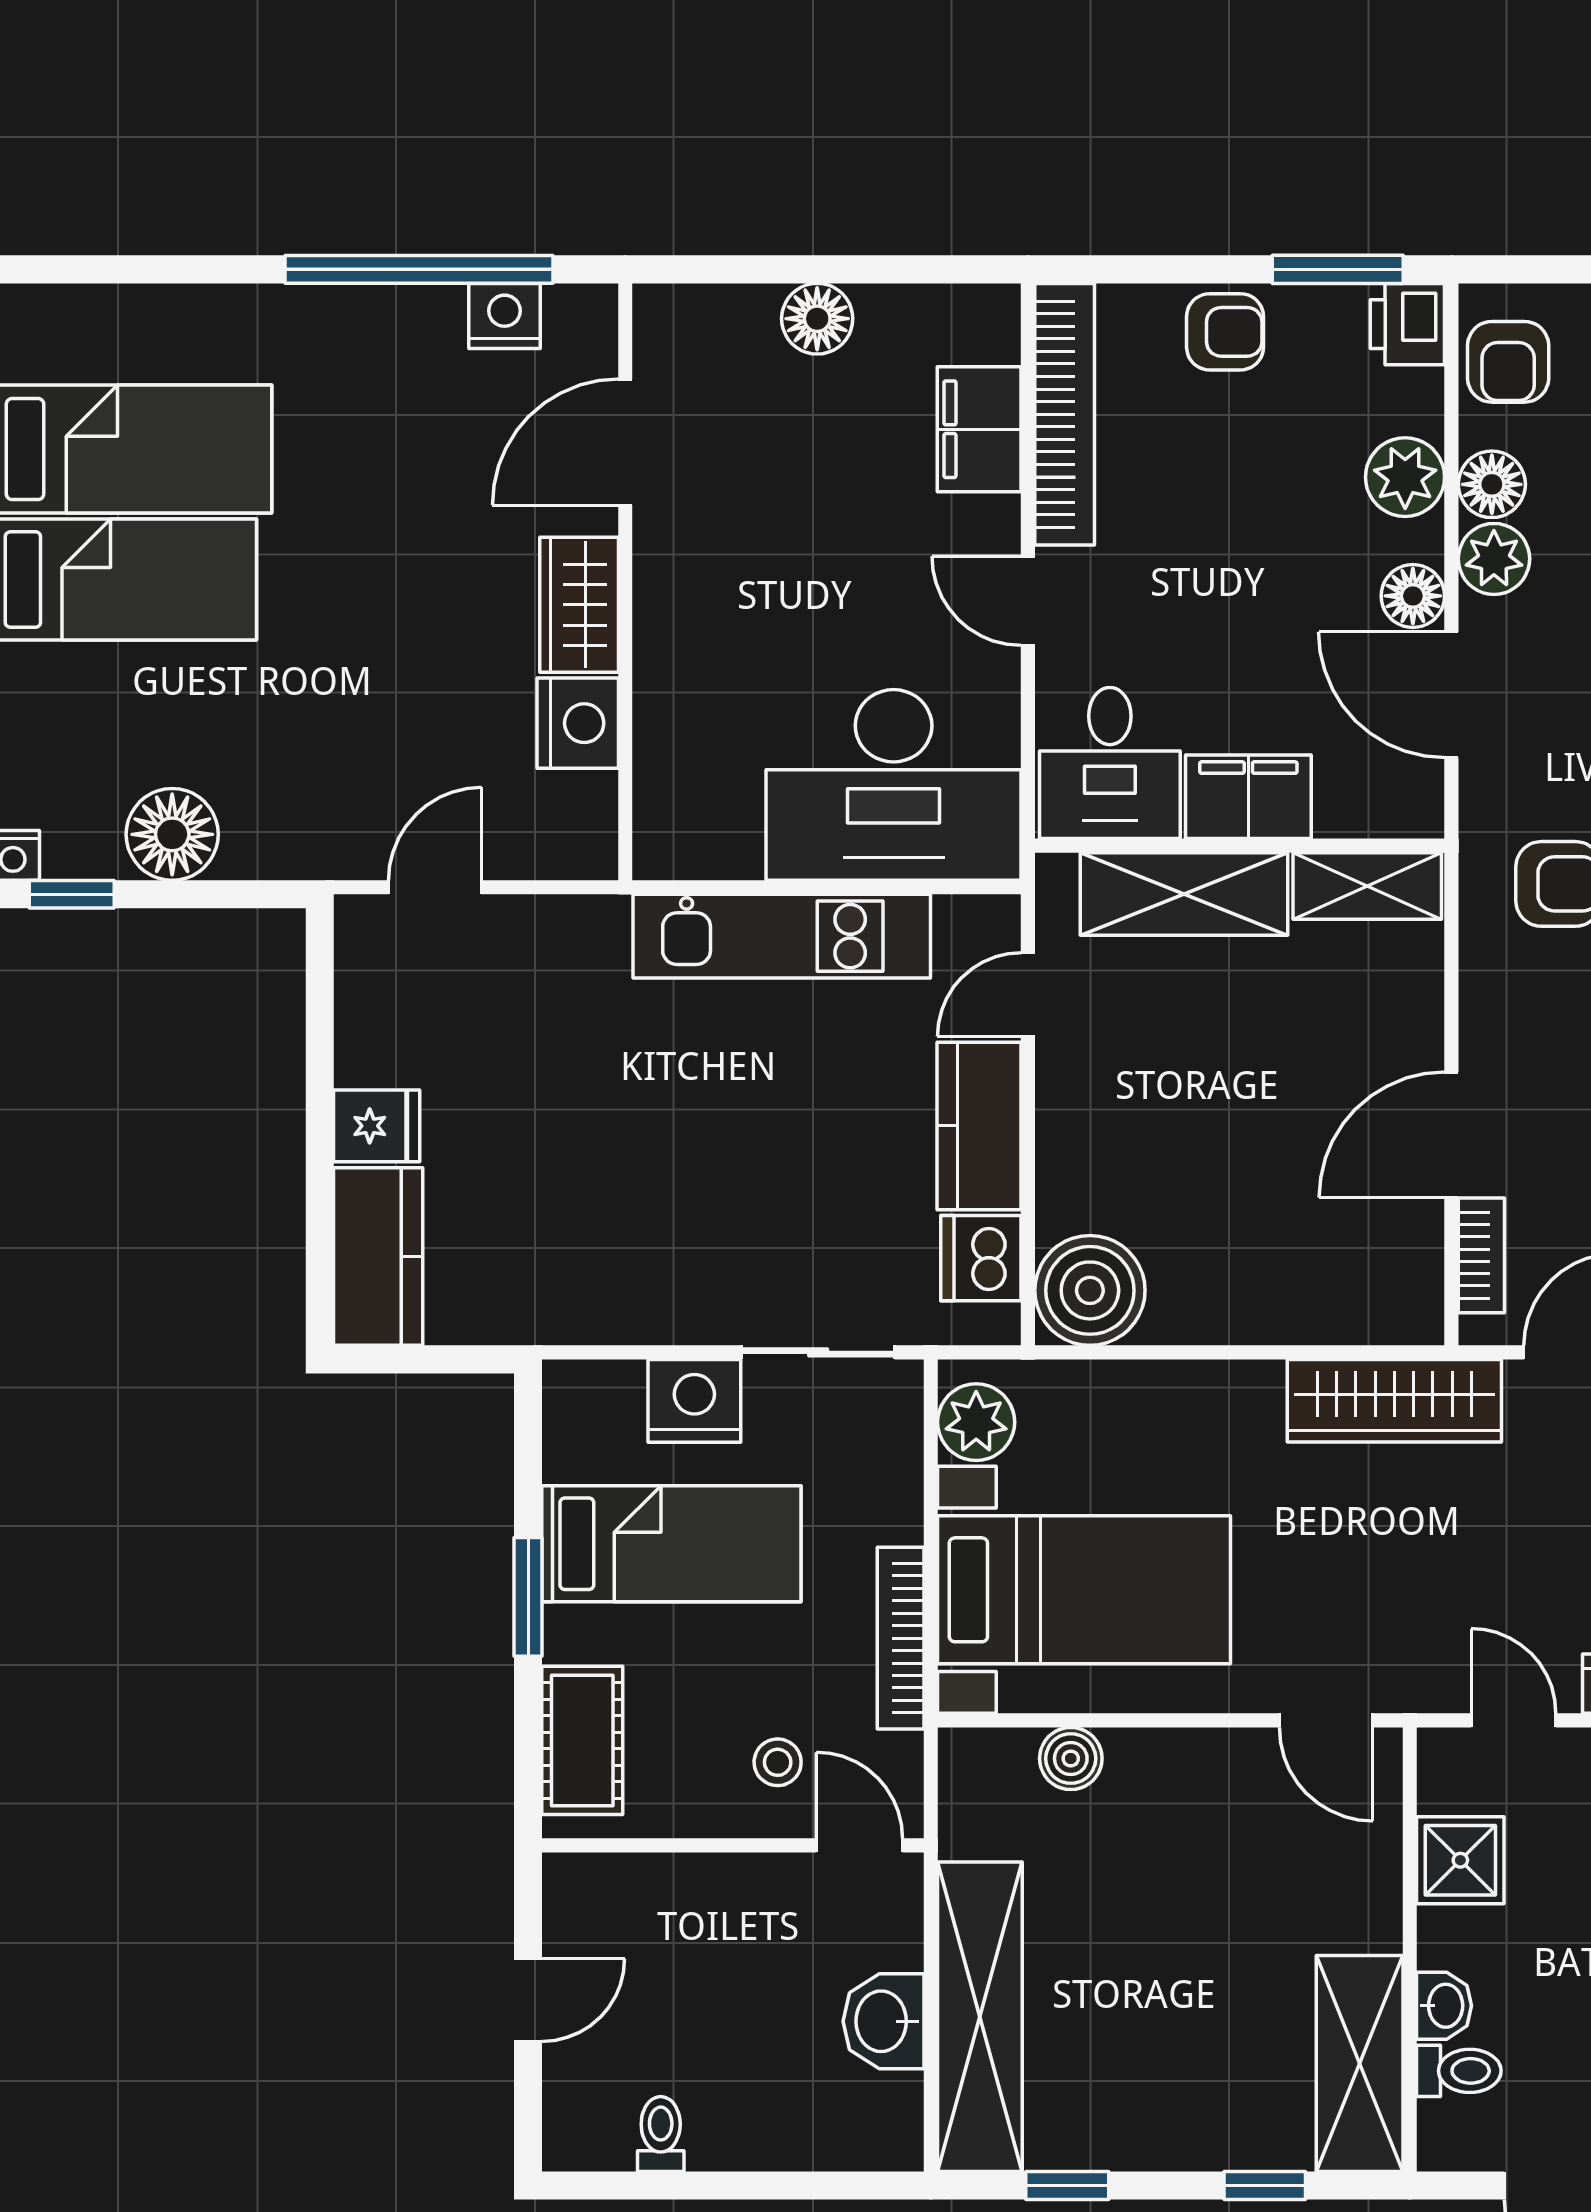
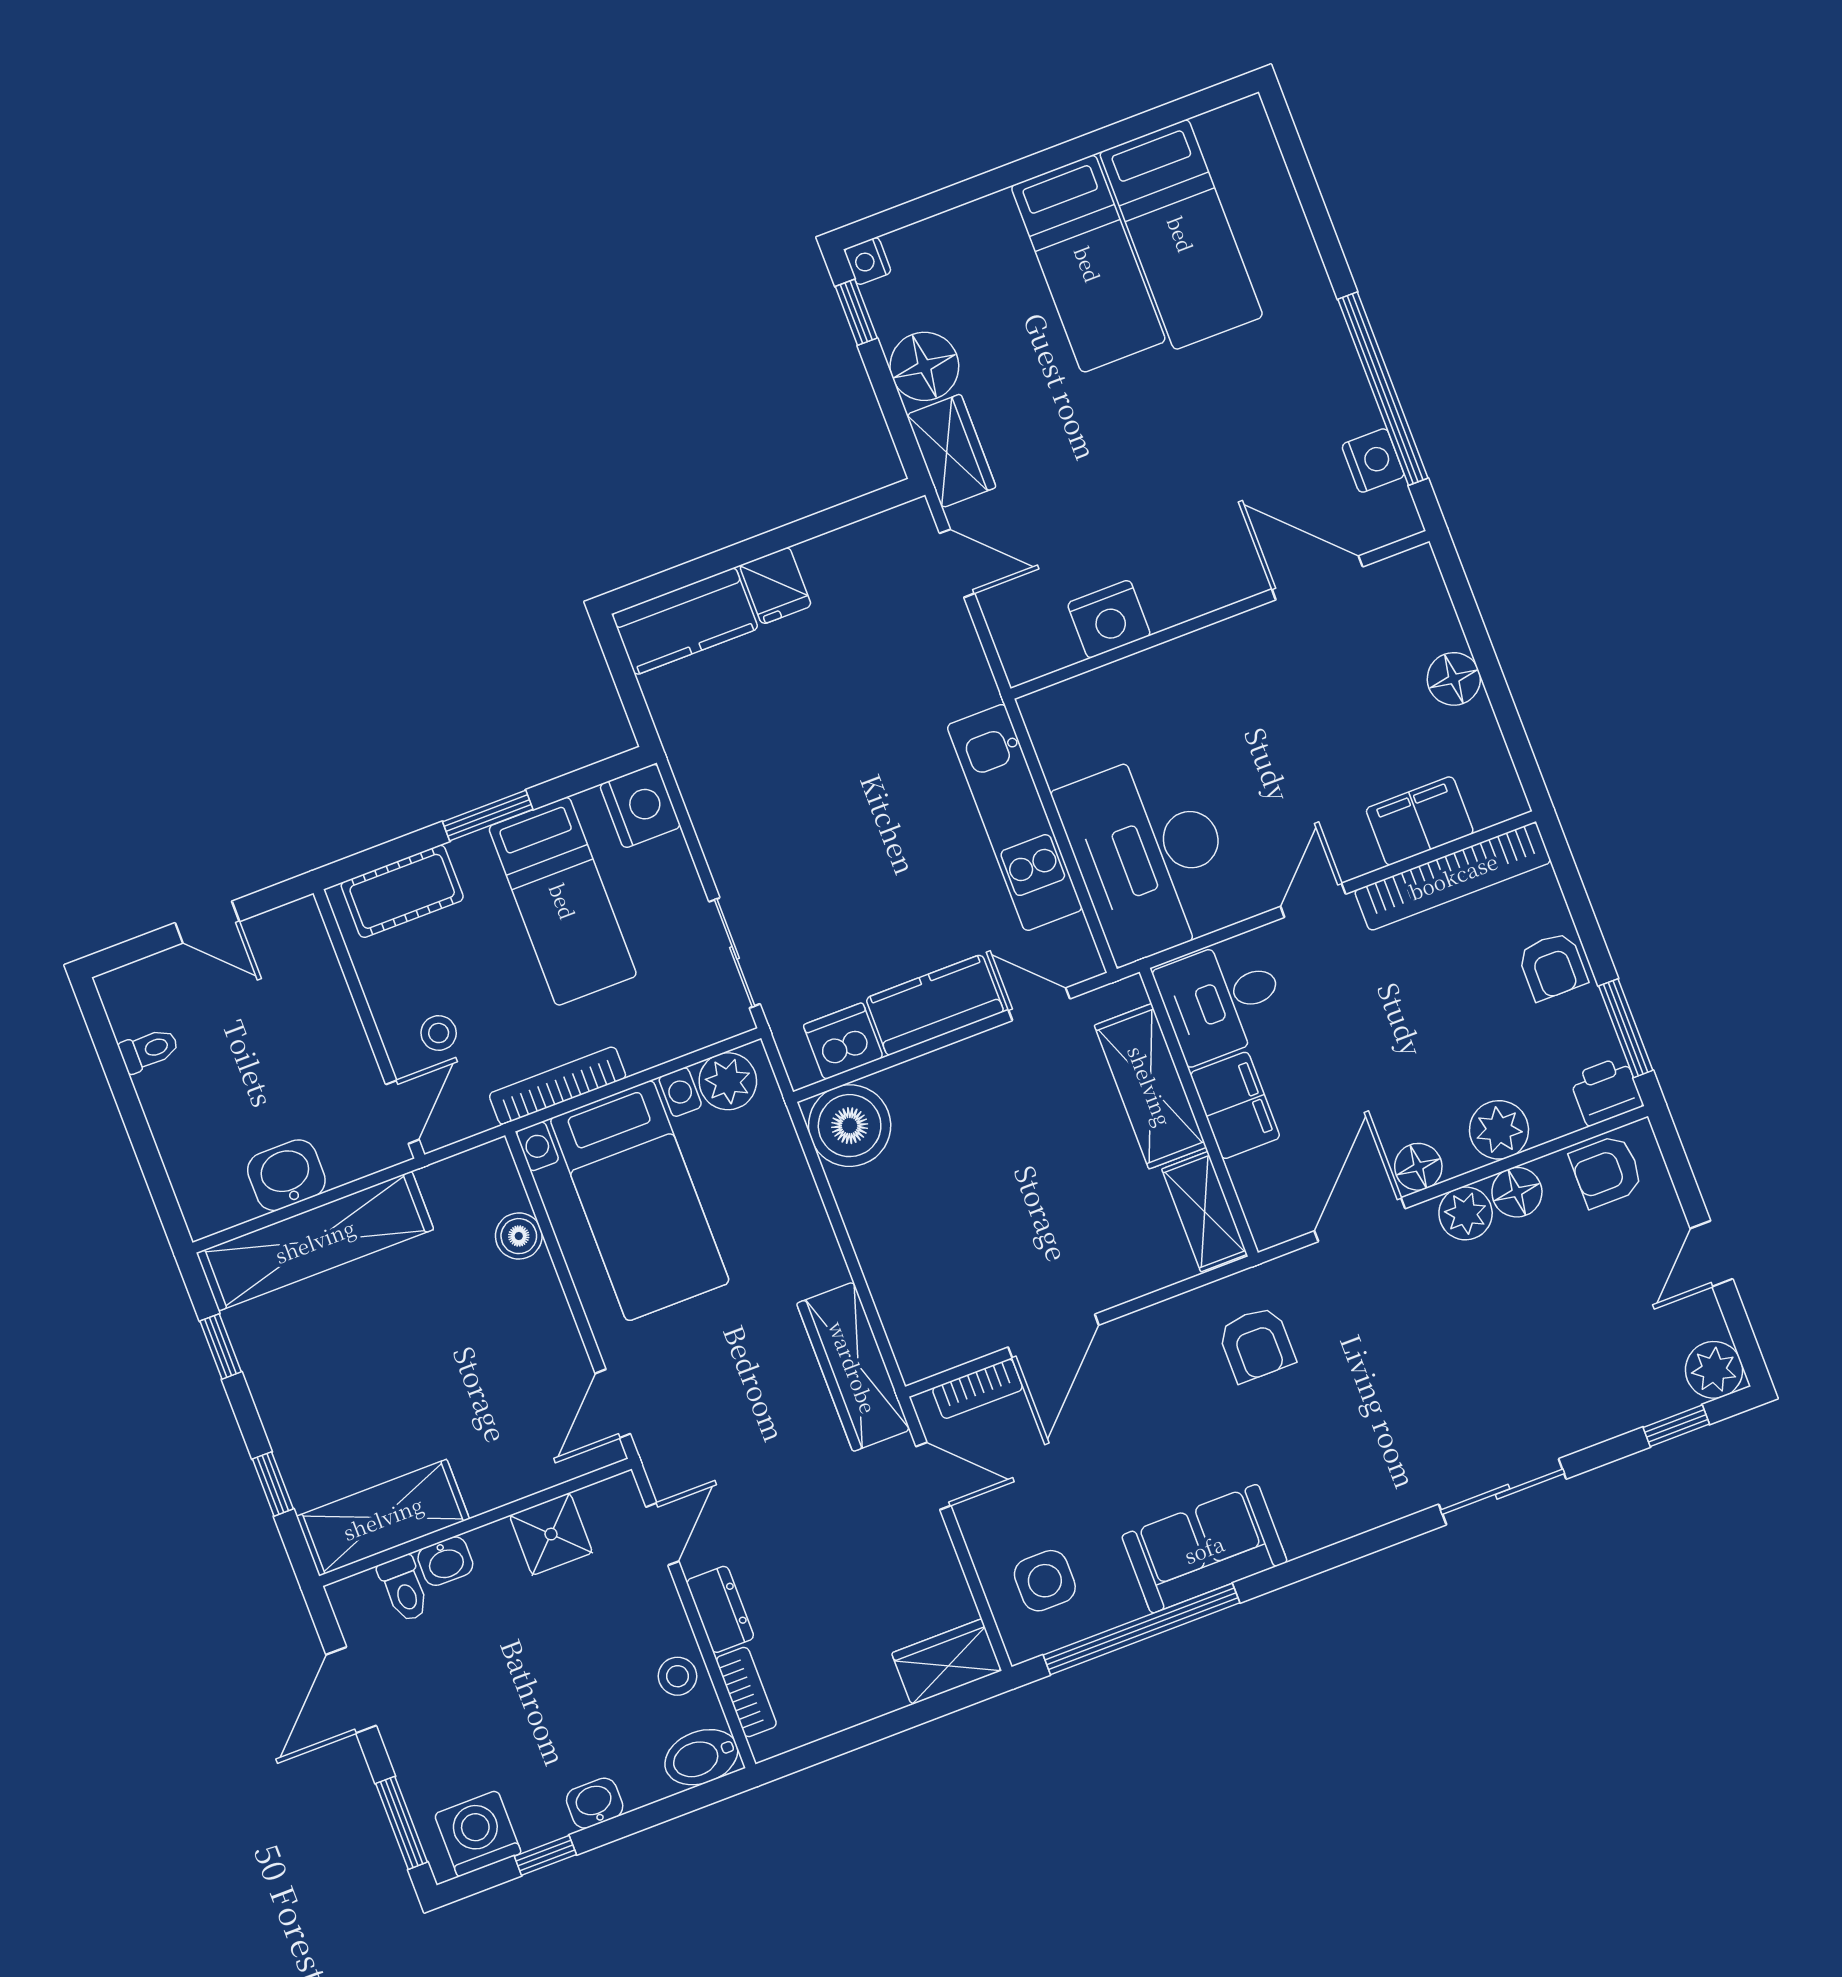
wardrobe: (579, 605) -> (951, 451), moved, turned 90
door: (1451, 1135) -> (1053, 1336), swing flipped
nightstand: (694, 1401) -> (640, 806), moved

